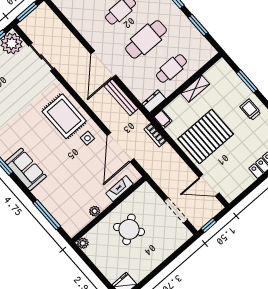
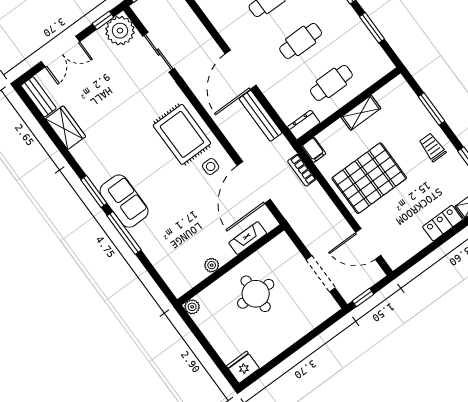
cafe table: (146, 39) -> (301, 41), width x0.73, depth x0.74
window: (47, 215) -> (124, 233), moved
round table: (129, 229) -> (256, 294), turned 37

